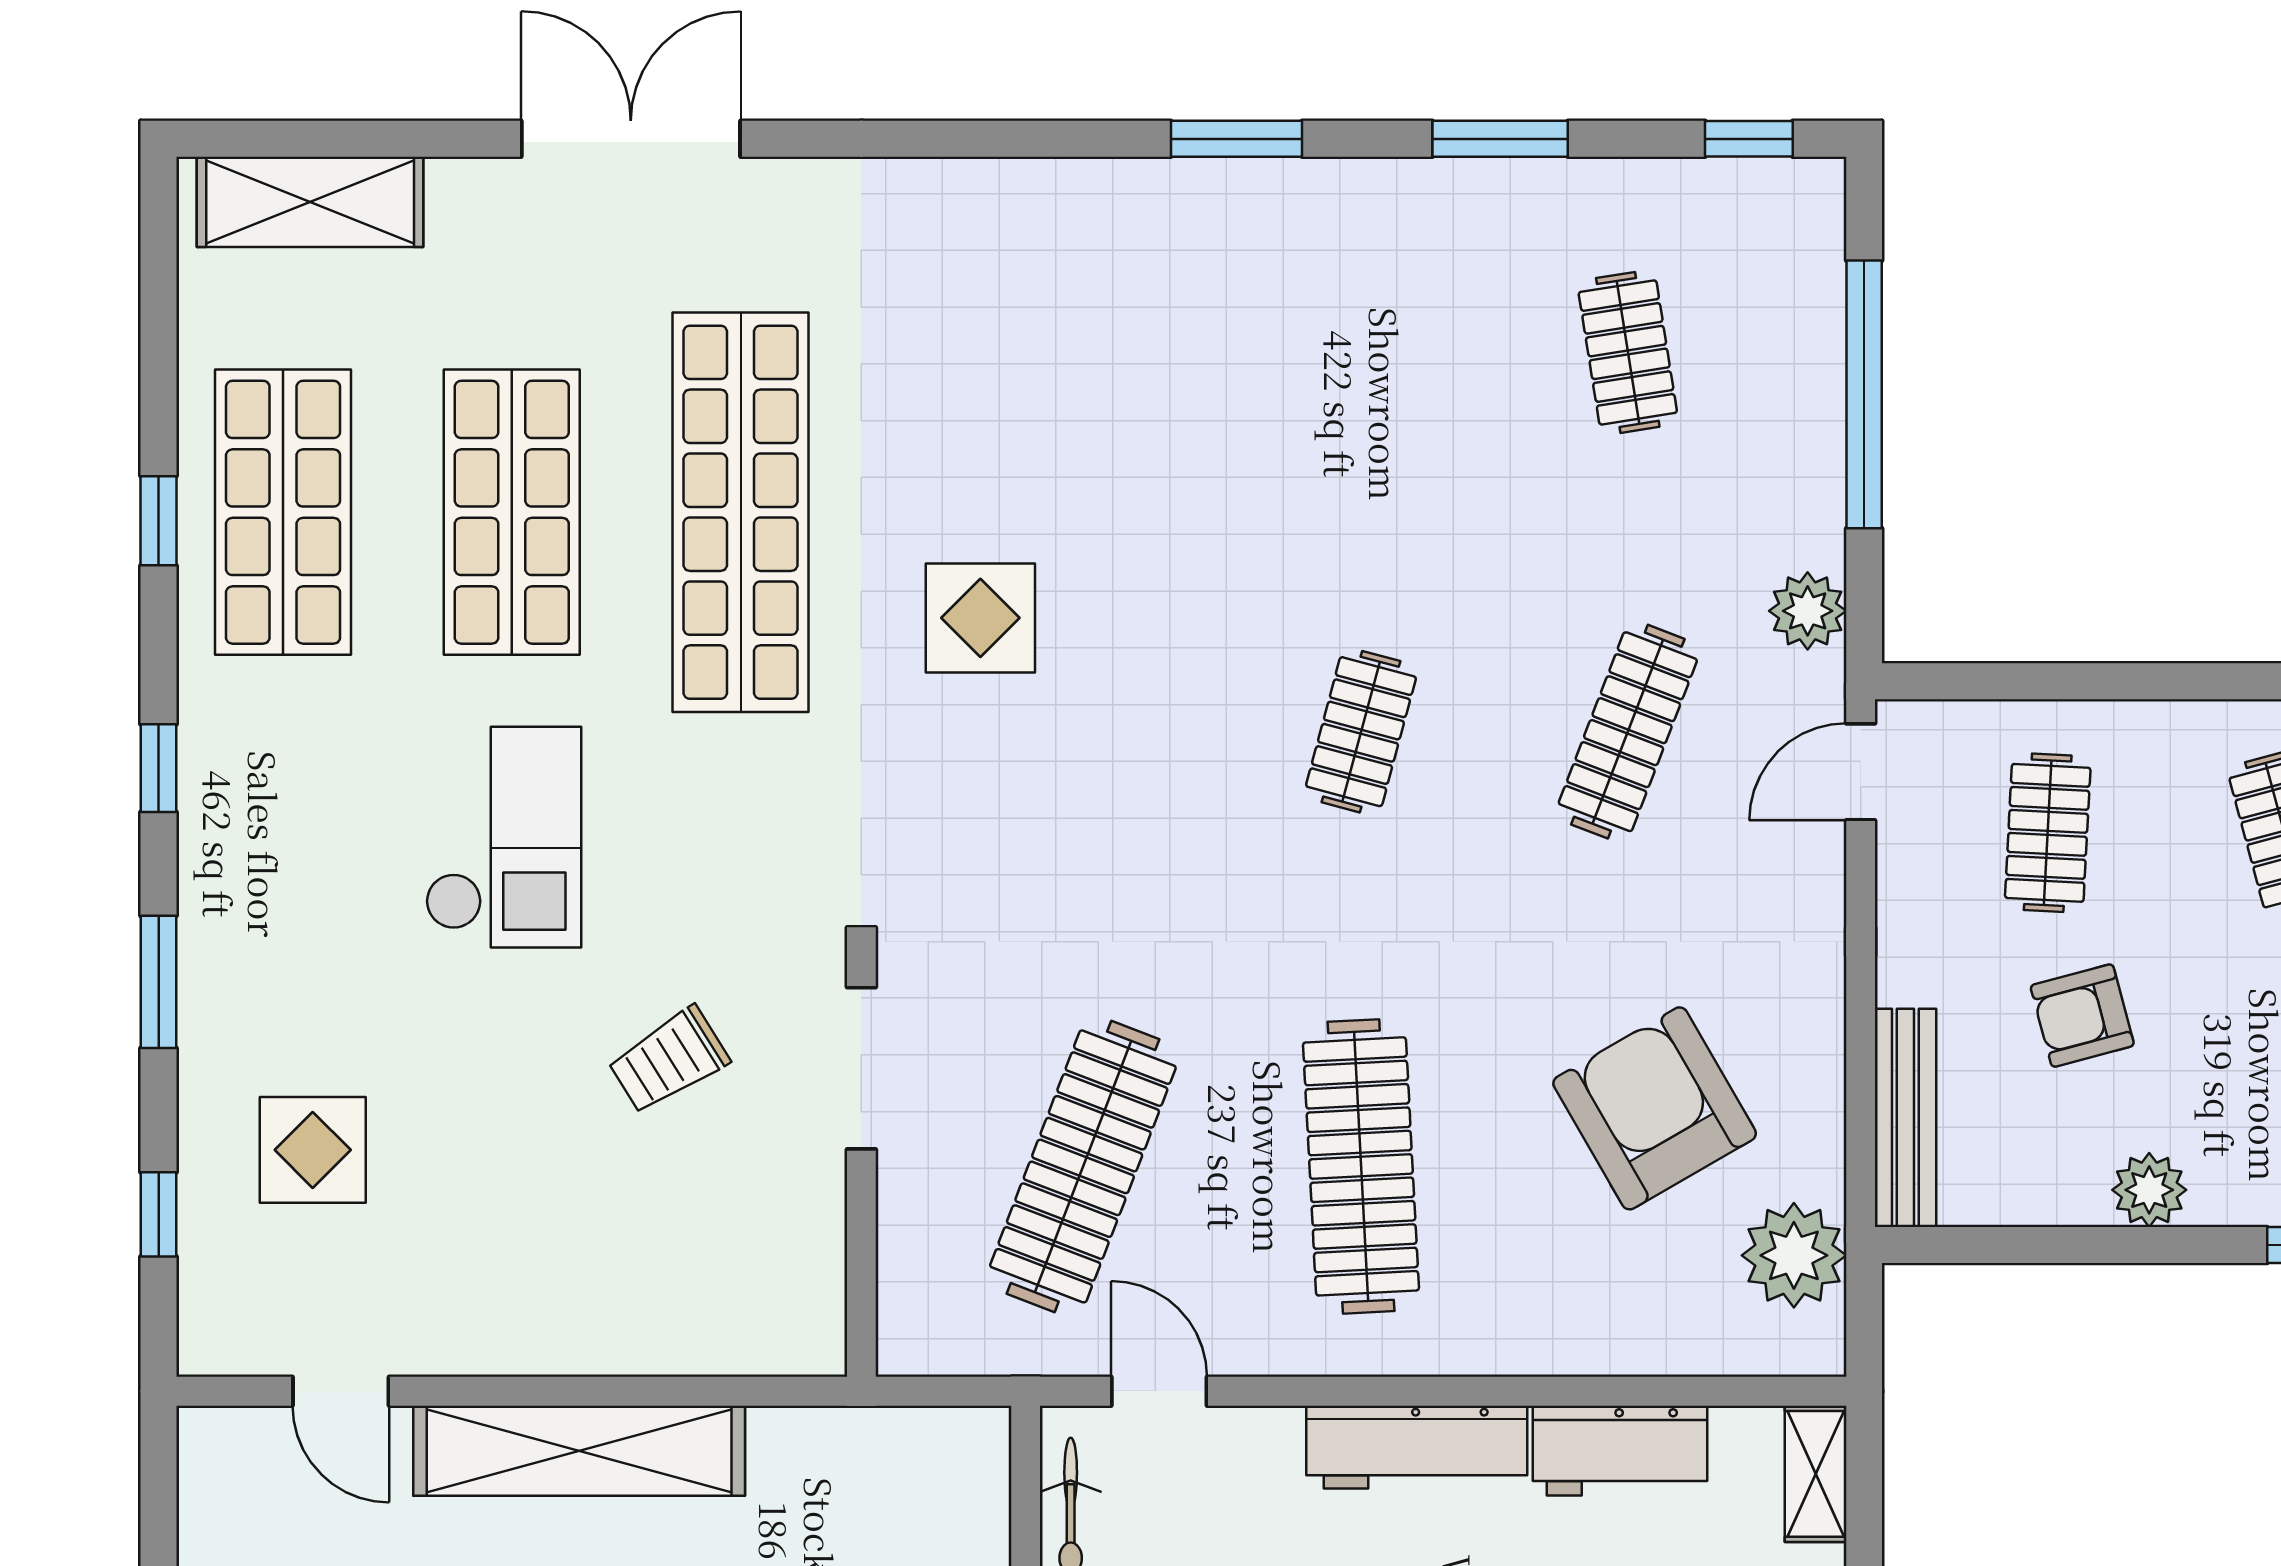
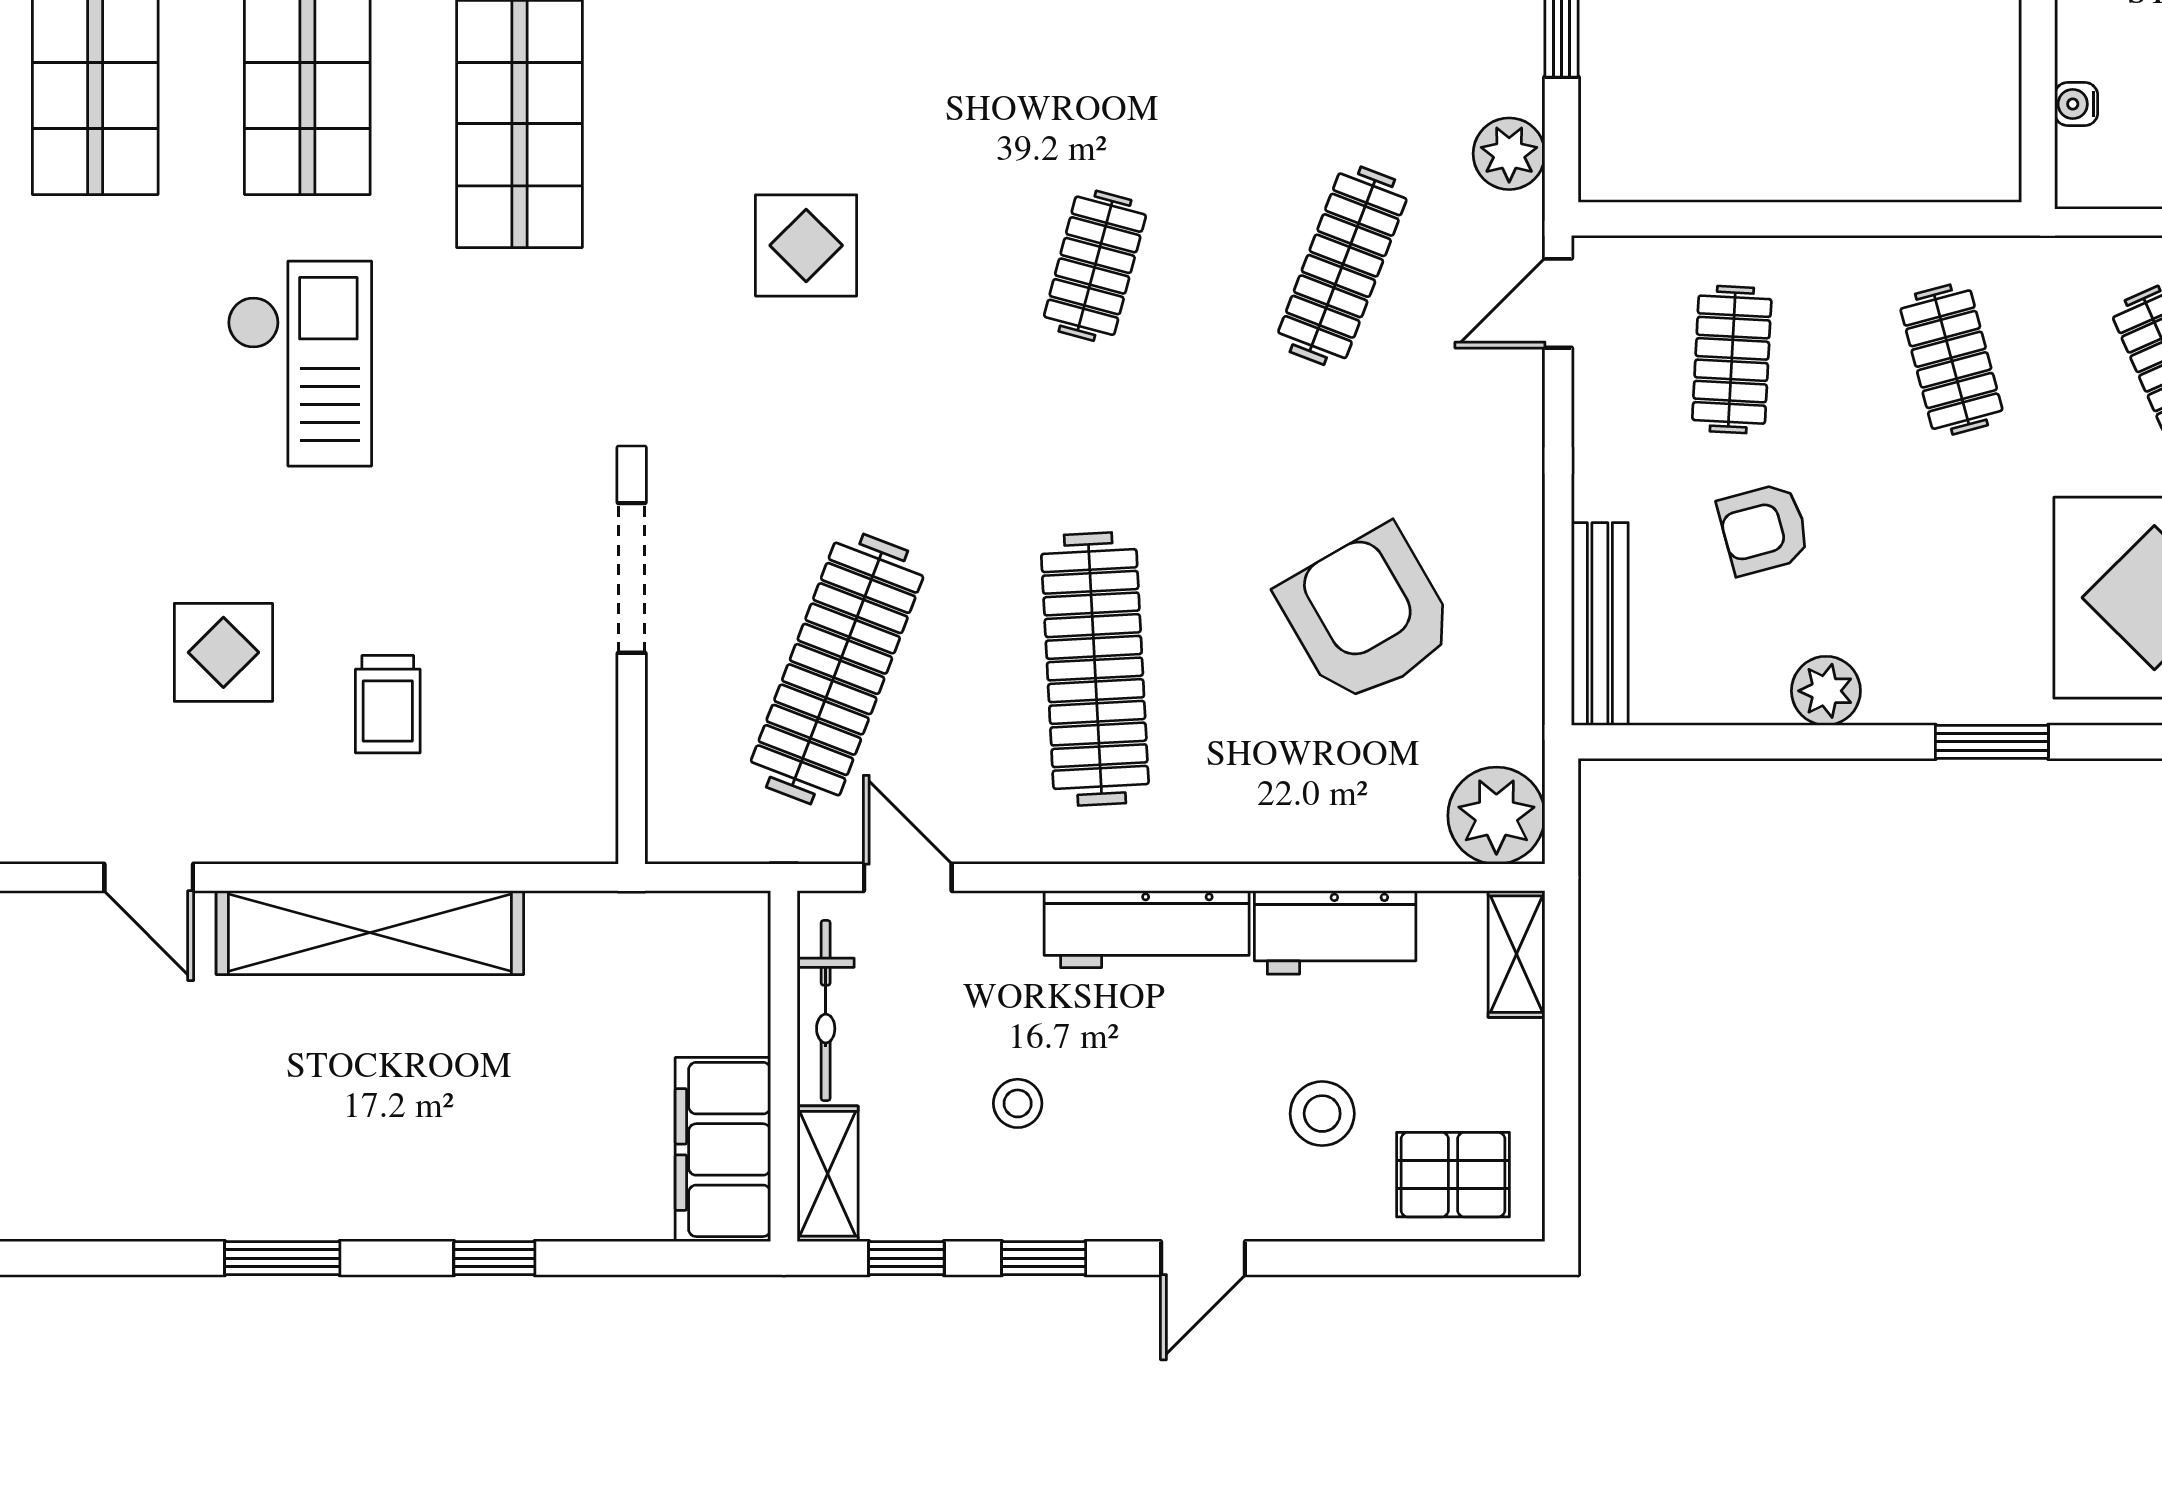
display table: (980, 618) -> (806, 245), moved
trolley: (669, 1060) -> (388, 704), moved, turned -58
display table: (313, 1150) -> (223, 652), moved
plant: (1794, 1255) -> (1496, 816), moved

